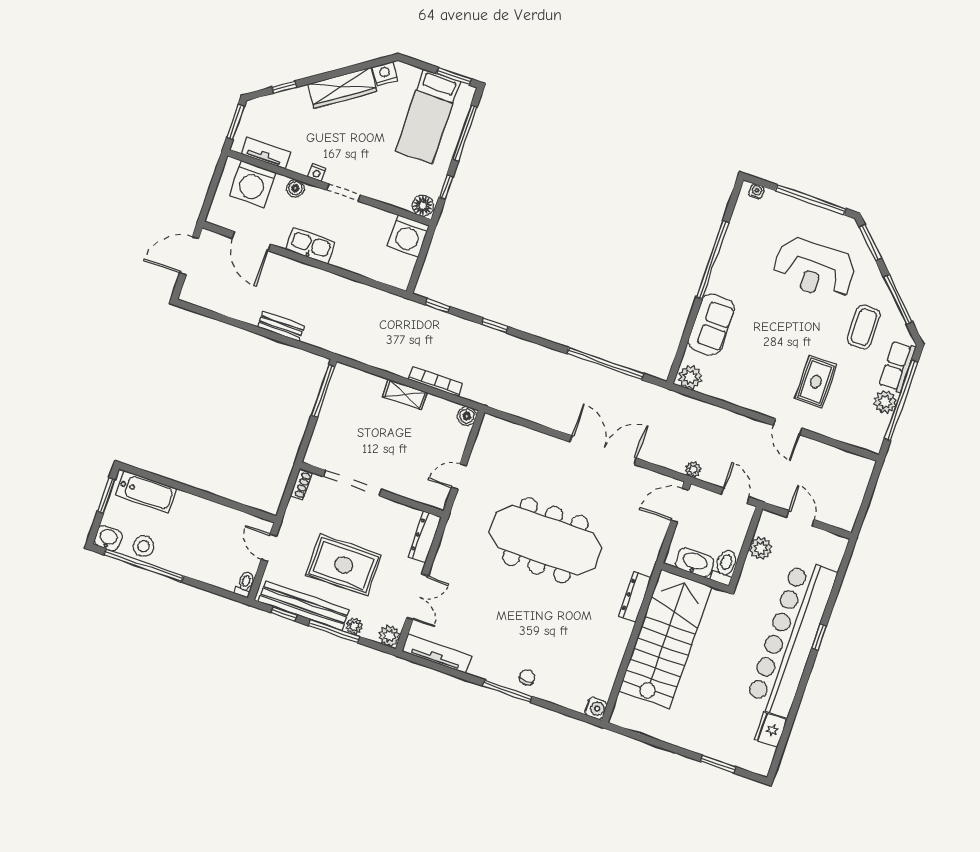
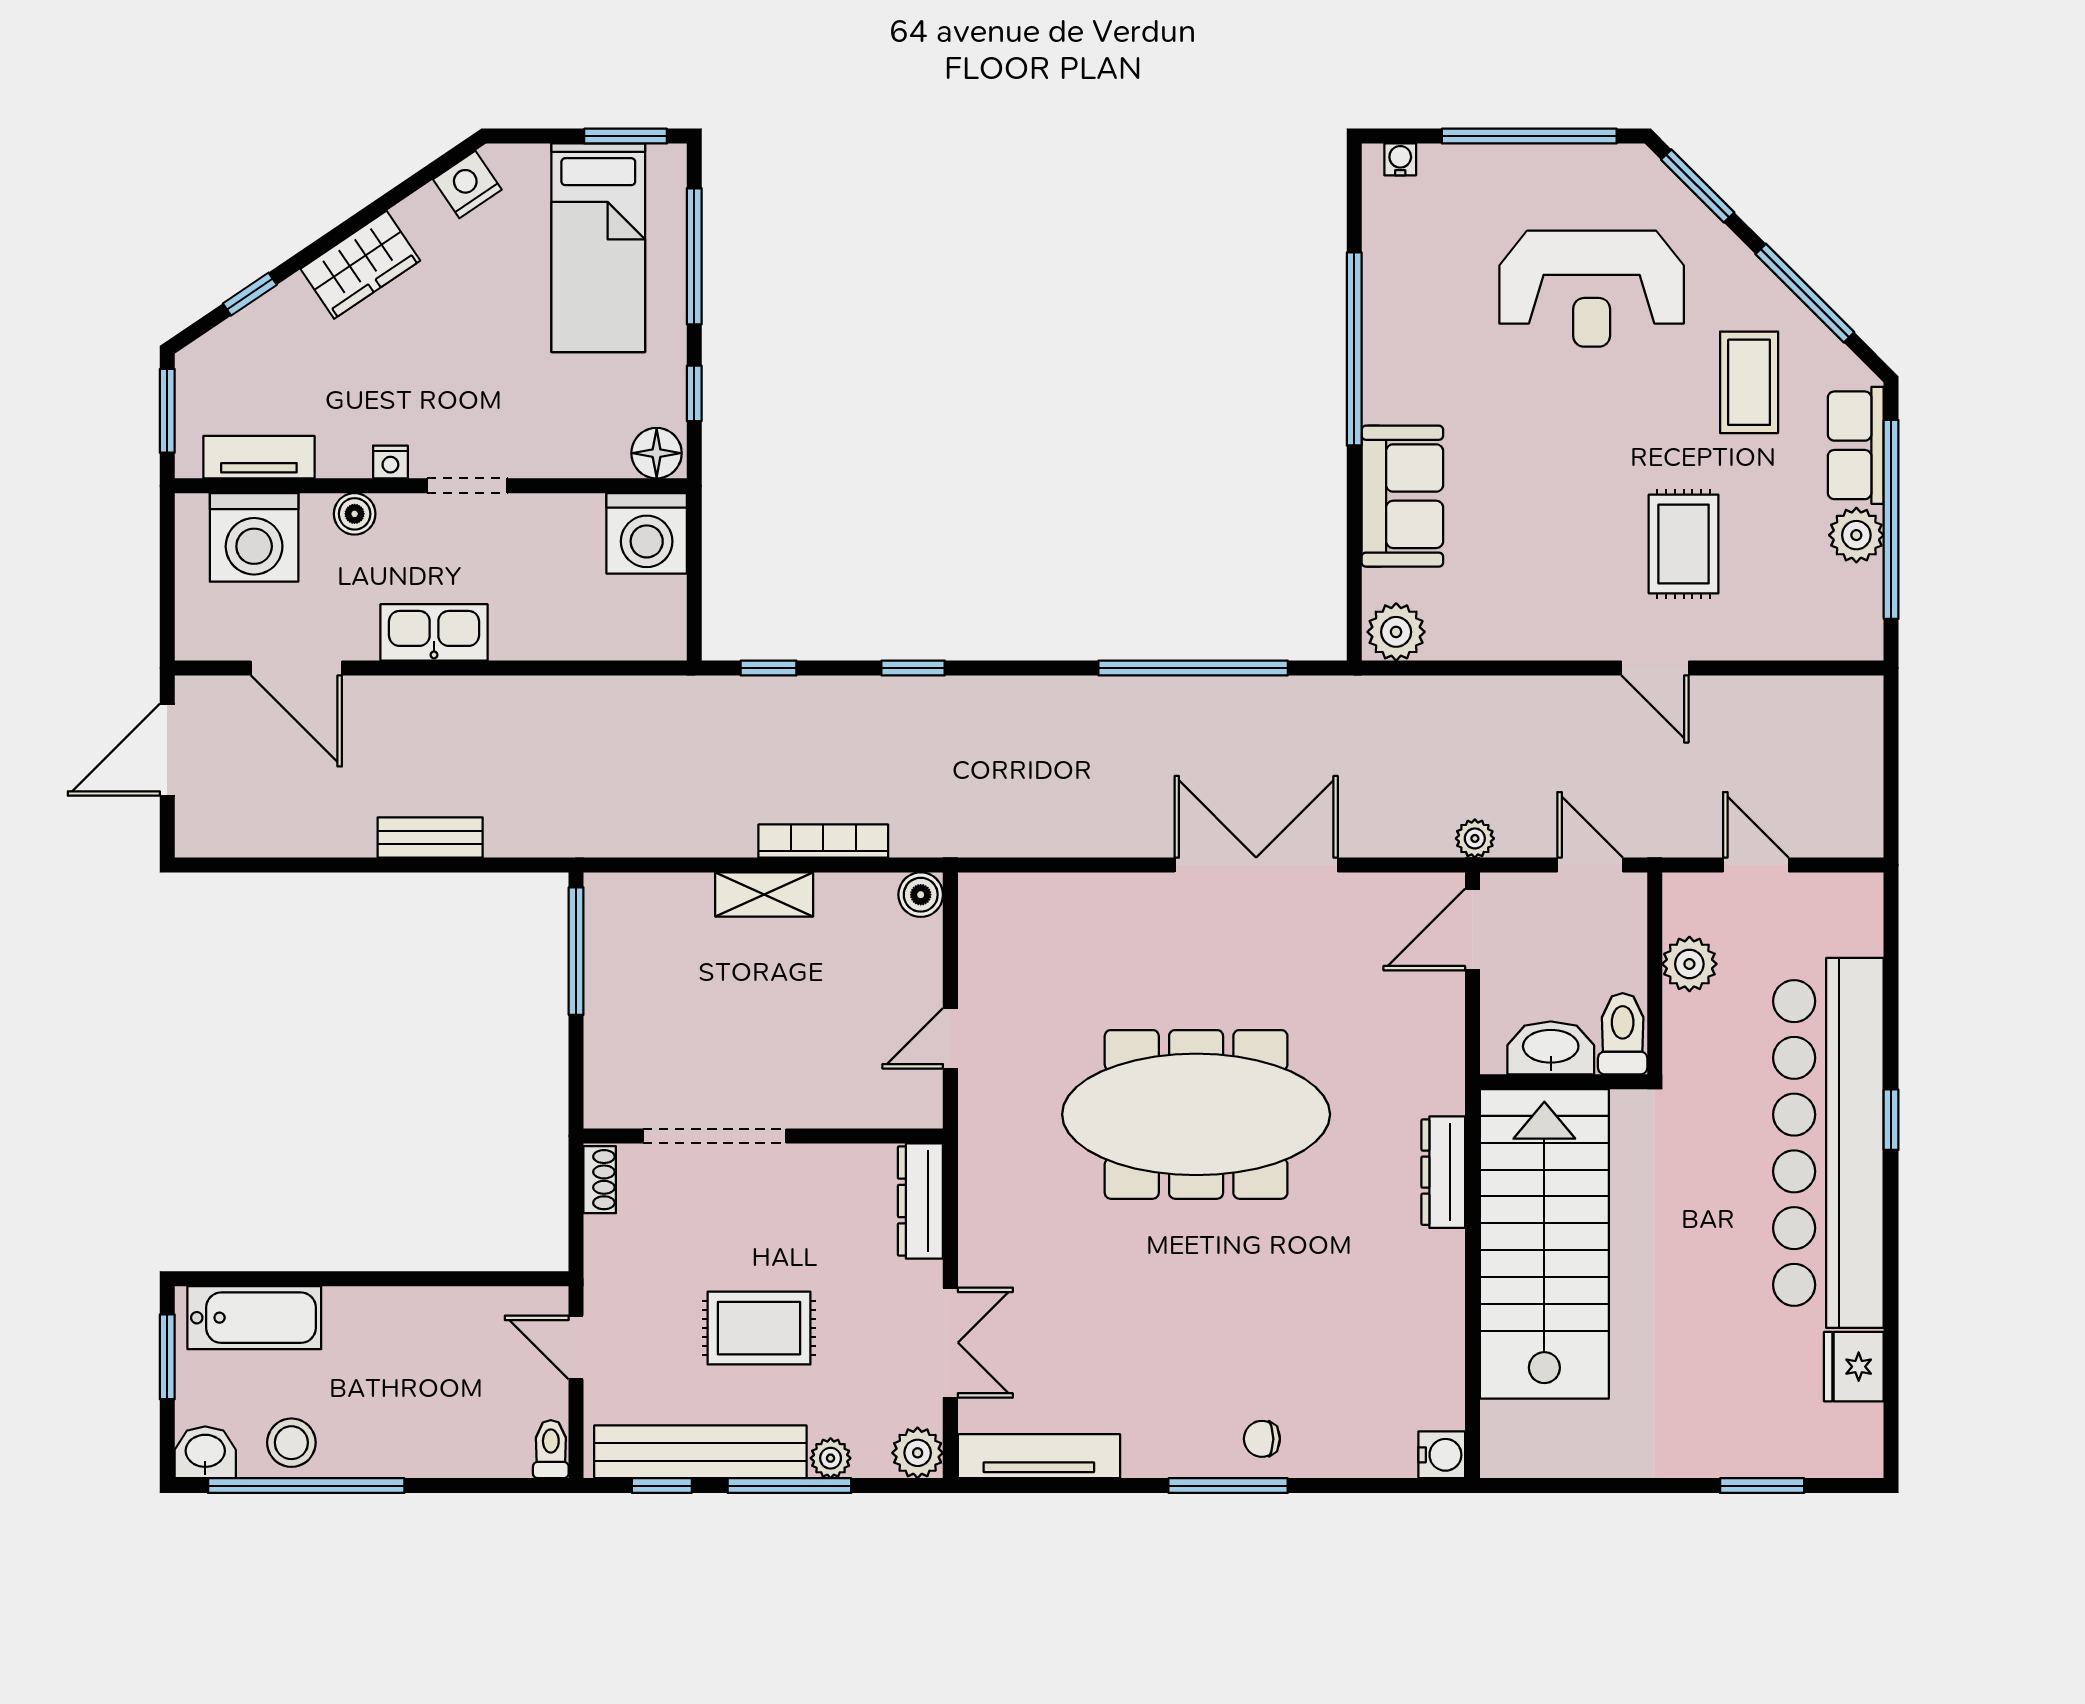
wardrobe: (342, 88) -> (360, 265), width x0.67
rug: (344, 565) -> (759, 1328), width x0.73, depth x0.70
chair: (527, 677) -> (1262, 1439), turned -90

